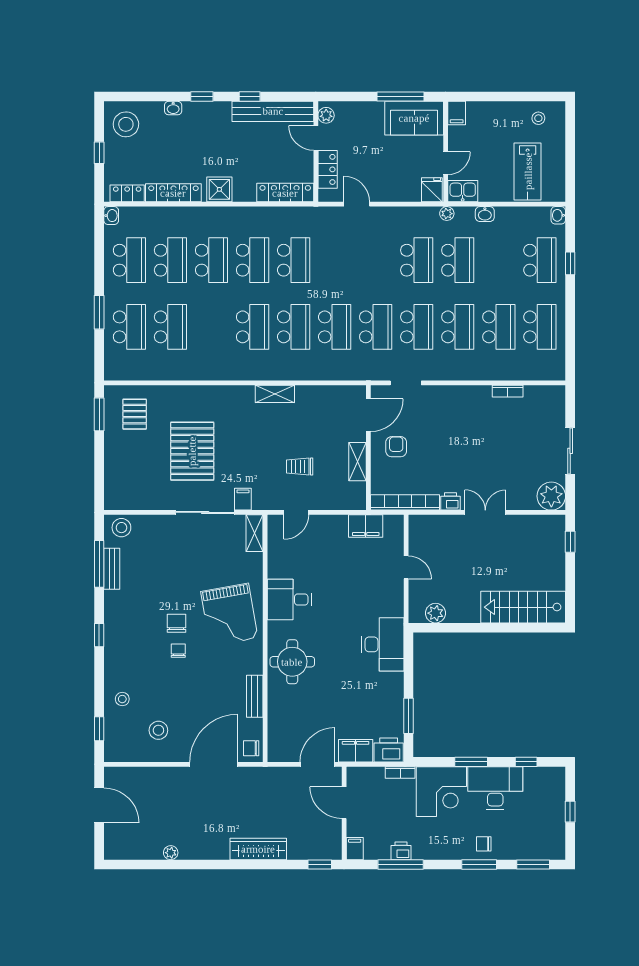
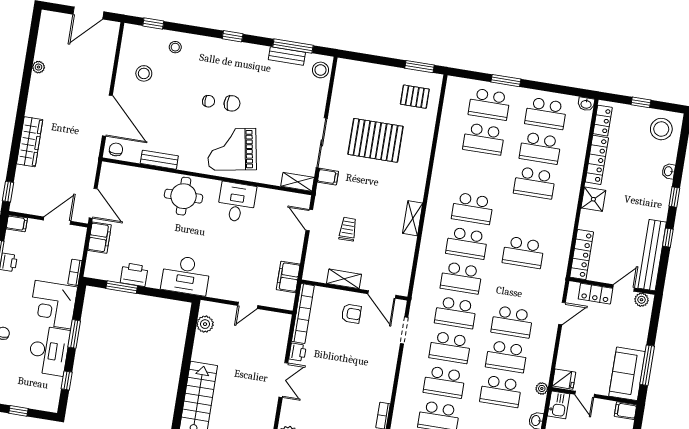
school desk: (253, 260) -> (512, 322), moved
printer: (389, 750) -> (134, 275), moved, turned -90

